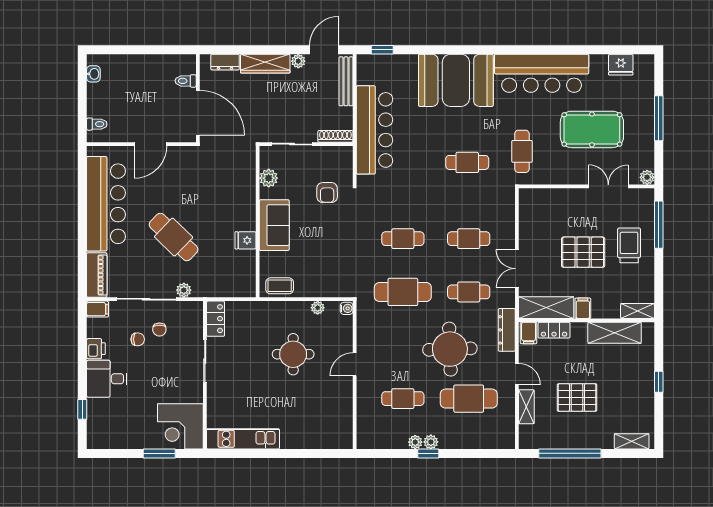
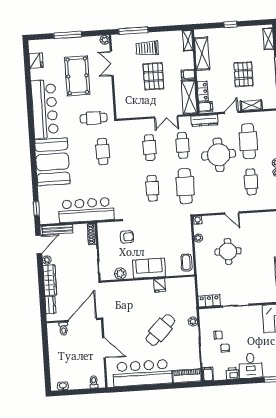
door: (324, 50) -> (39, 244), swing flipped

